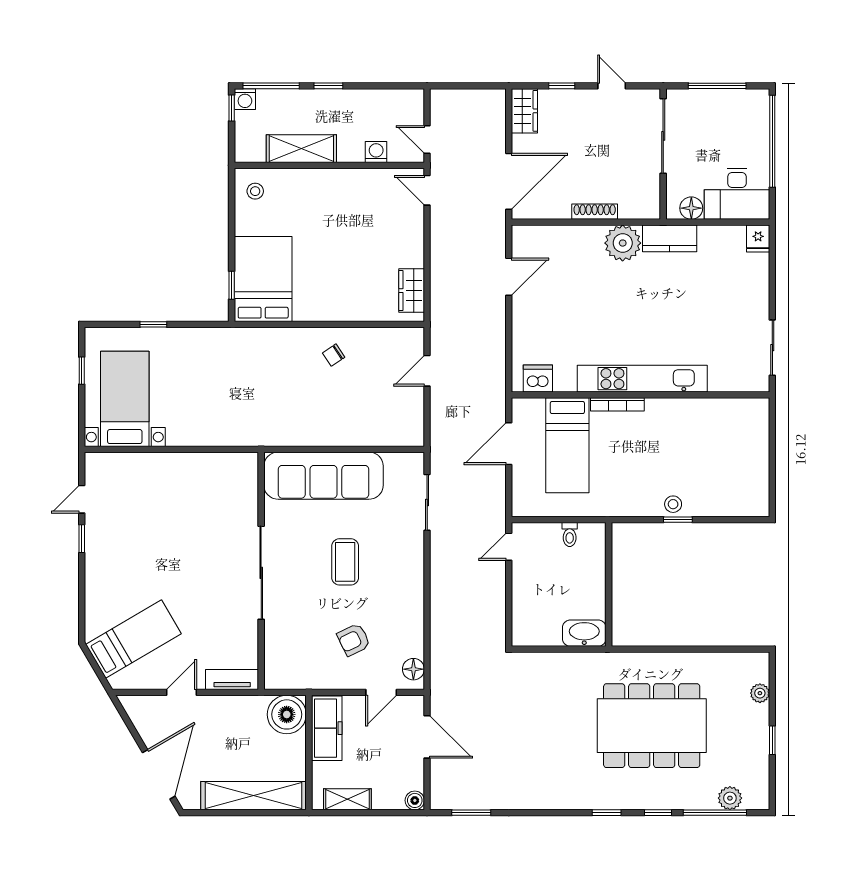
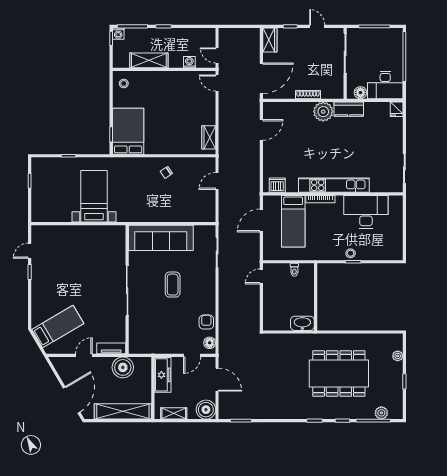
bed with nightstands: (125, 399) -> (94, 196), moved
desk: (701, 428) -> (366, 212), added
armchair: (354, 640) -> (206, 322), moved, turned 116
boiler: (287, 714) -> (123, 367), moved
boiler: (415, 800) -> (206, 410), width x1.86, depth x1.86

